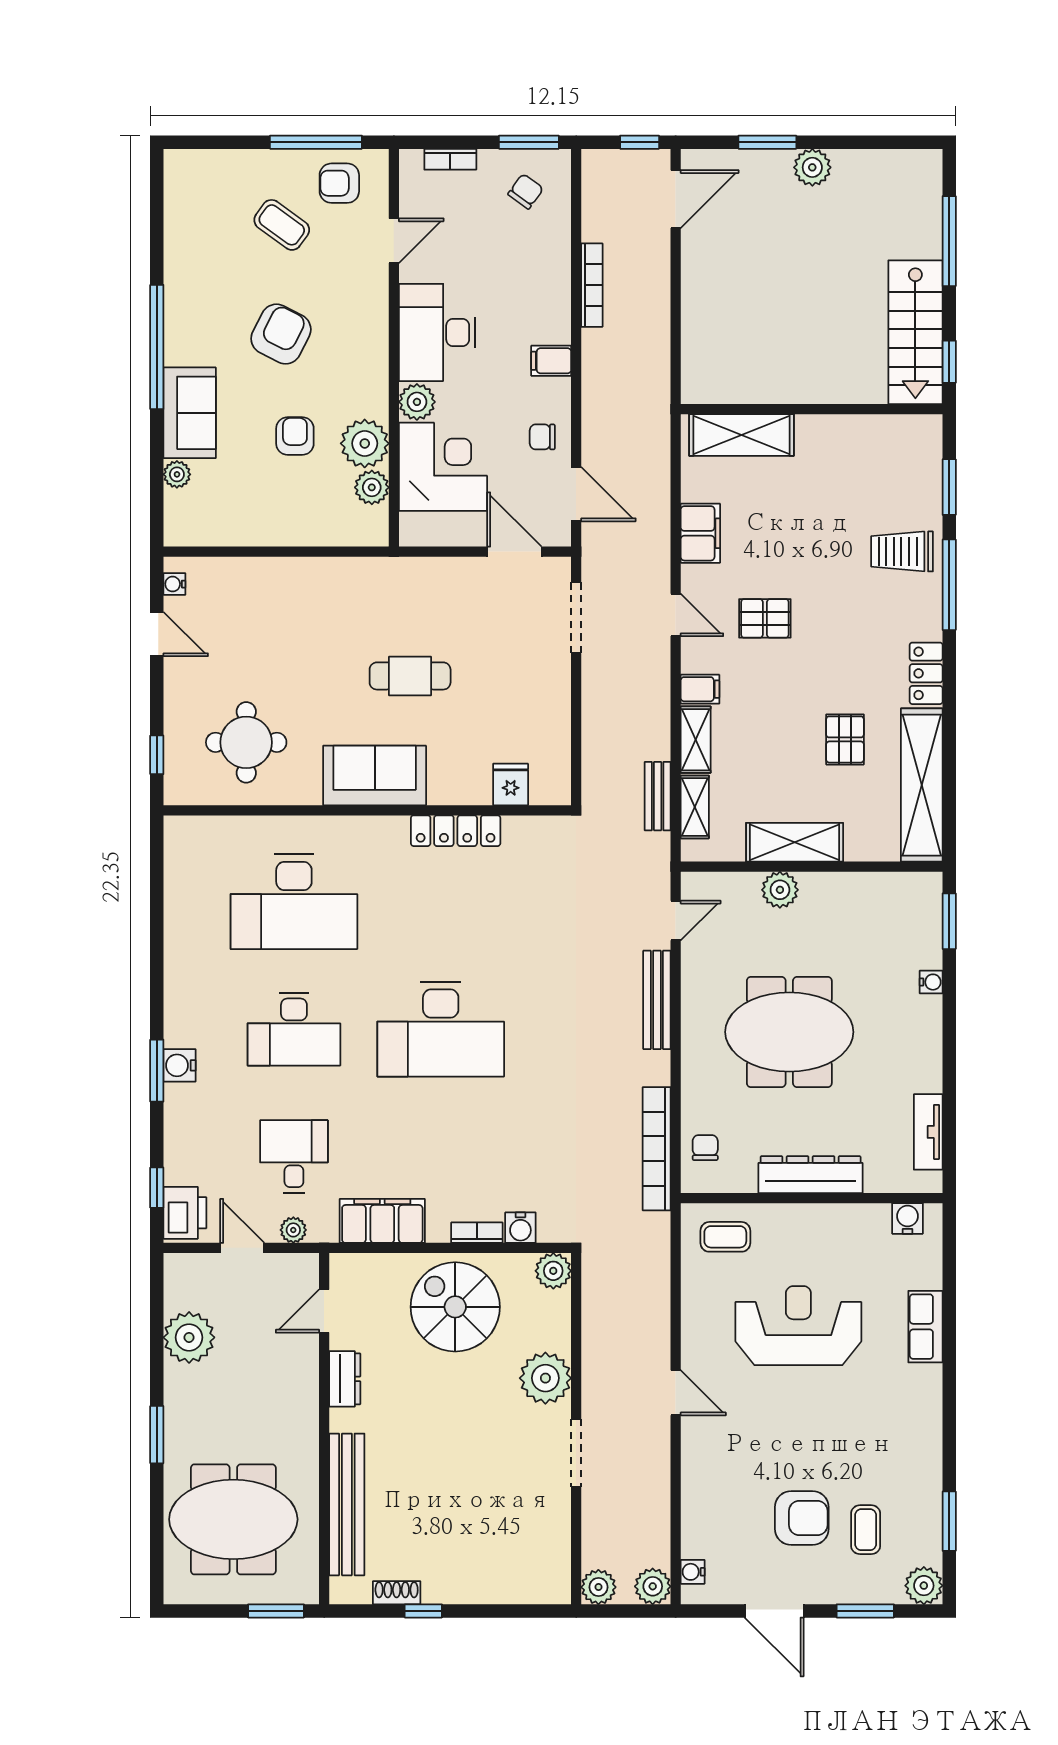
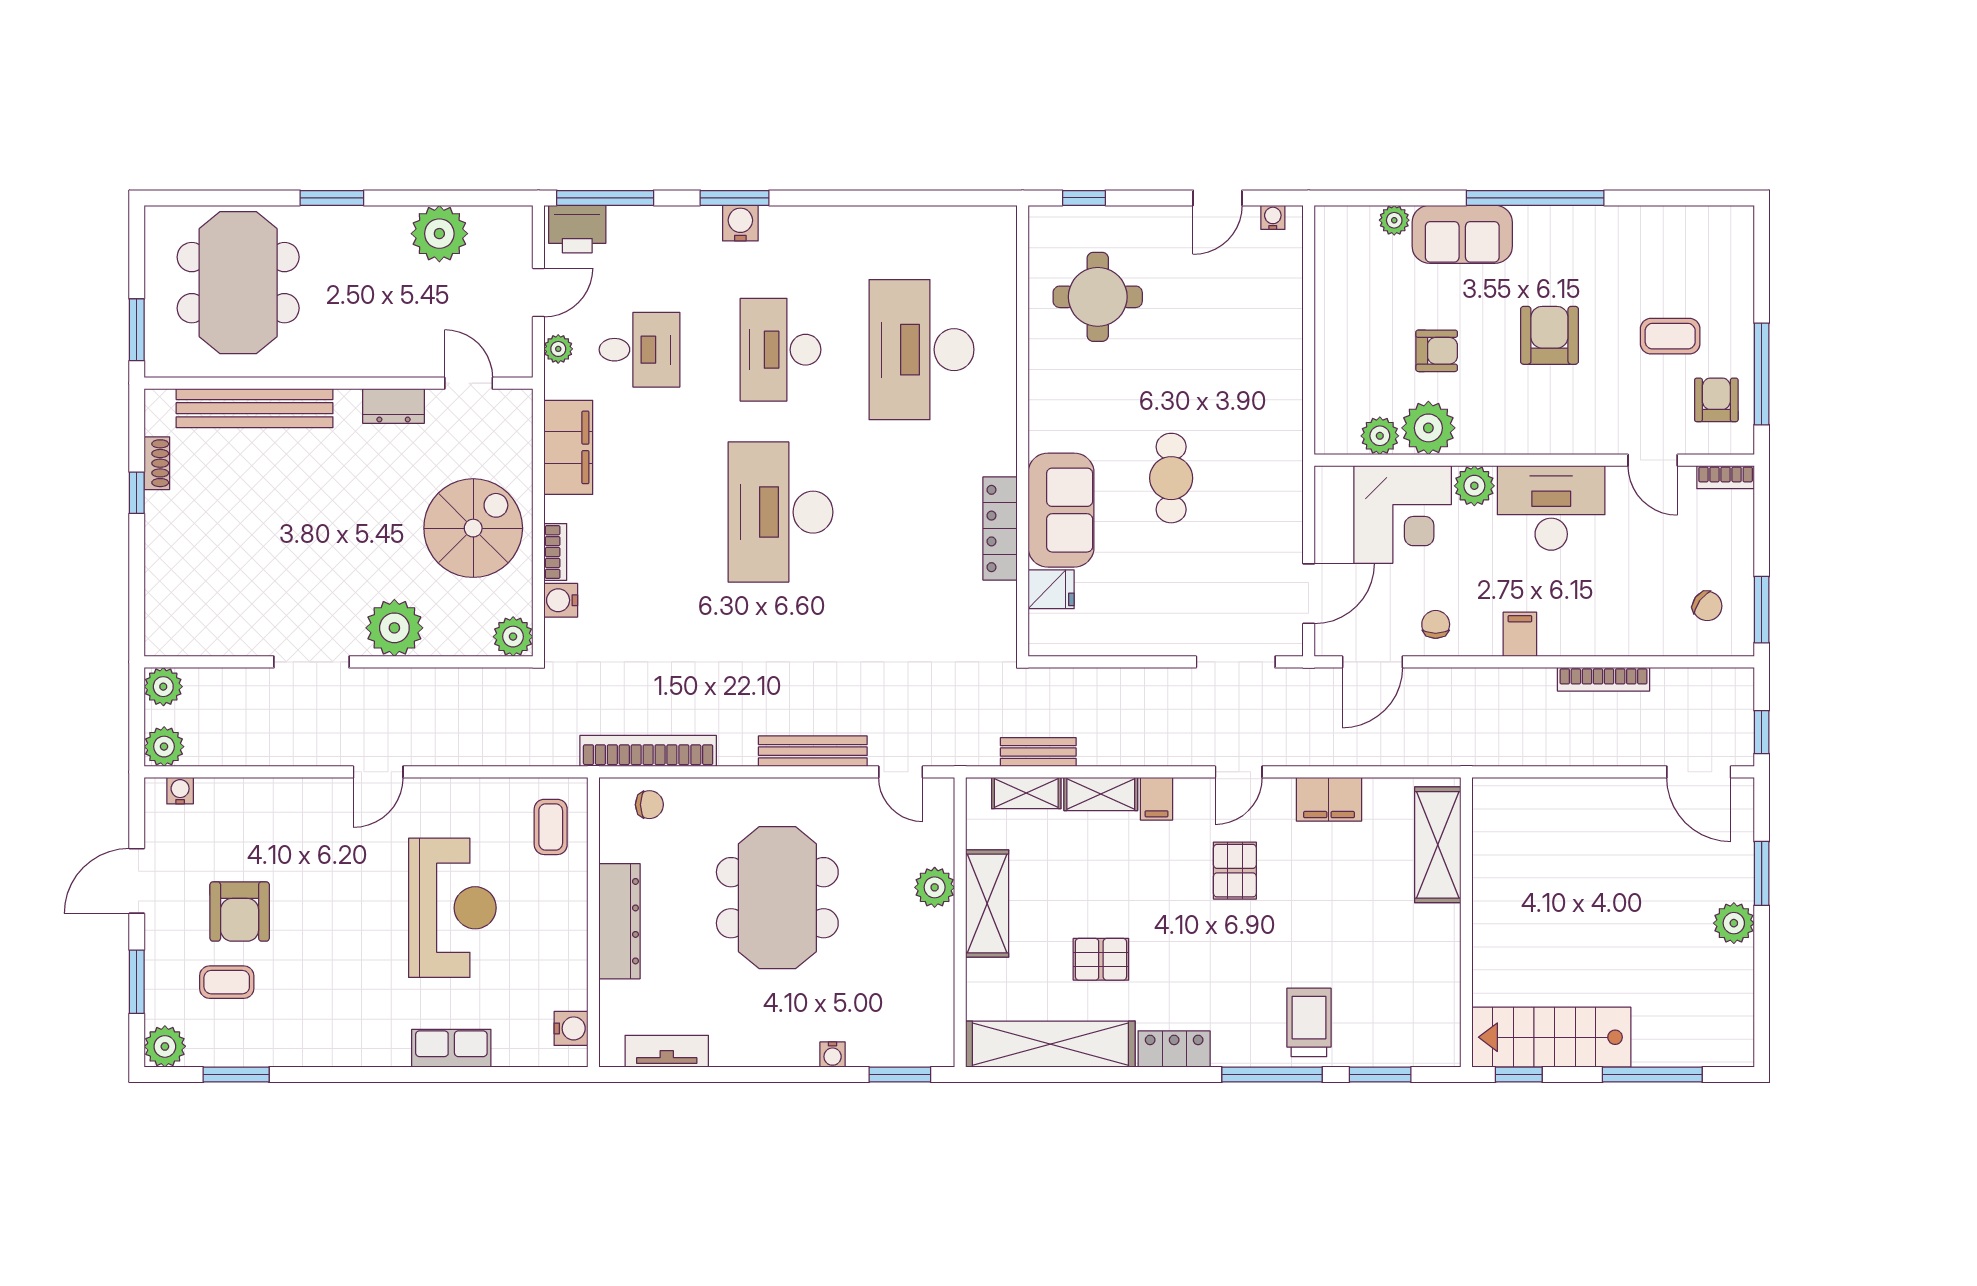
bookcase: (450, 159) -> (1726, 477), moved, turned -90
coffee table: (282, 225) -> (1670, 336), turned 54
armchair: (281, 334) -> (1549, 335), turned -117
sofa: (375, 776) -> (1061, 510), moved
window: (157, 1188) -> (605, 198), width x2.17

